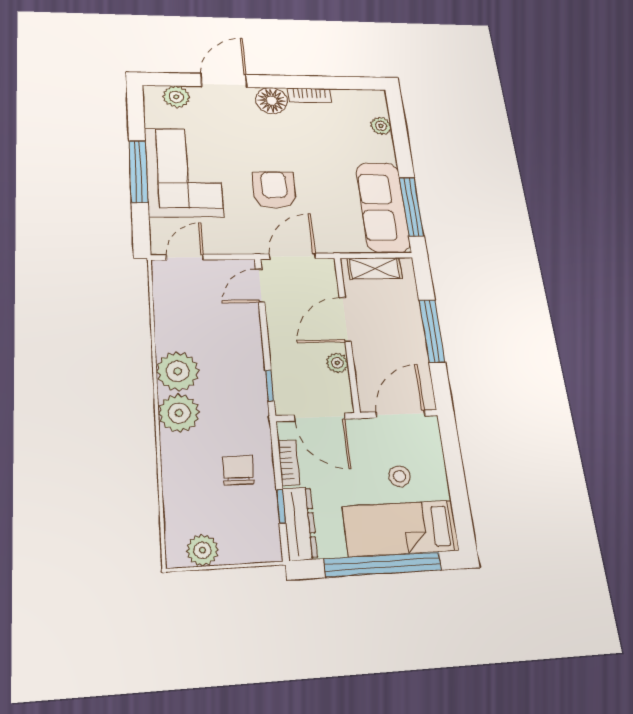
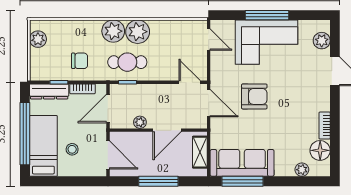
floor lamp: (272, 101) -> (320, 150), moved
door: (345, 319) -> (167, 130), swing flipped
cafe table: (234, 387) -> (127, 62), added

